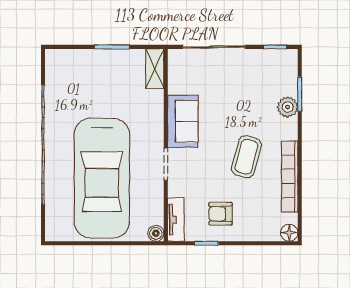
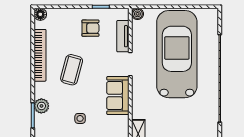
side table: (235, 90) -> (80, 118), added
tv unit: (176, 220) -> (123, 36), moved

